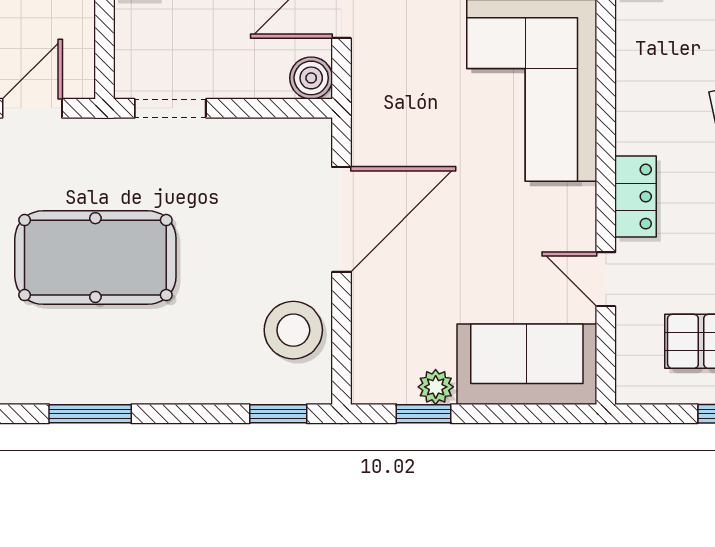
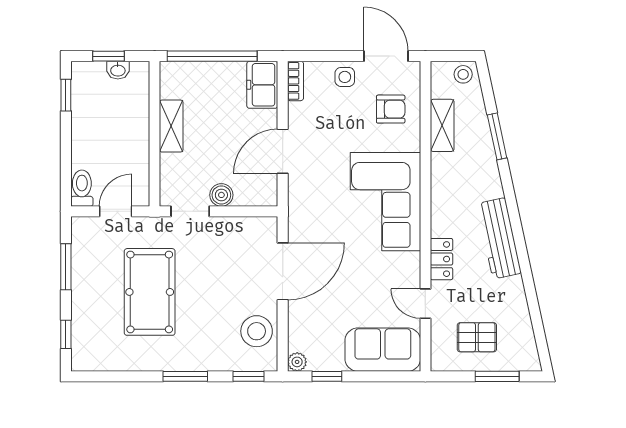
boiler: (311, 78) -> (221, 195), moved
pool table: (95, 258) -> (150, 292), turned 90
plant: (436, 387) -> (297, 362), moved
window: (90, 414) -> (185, 376), moved

